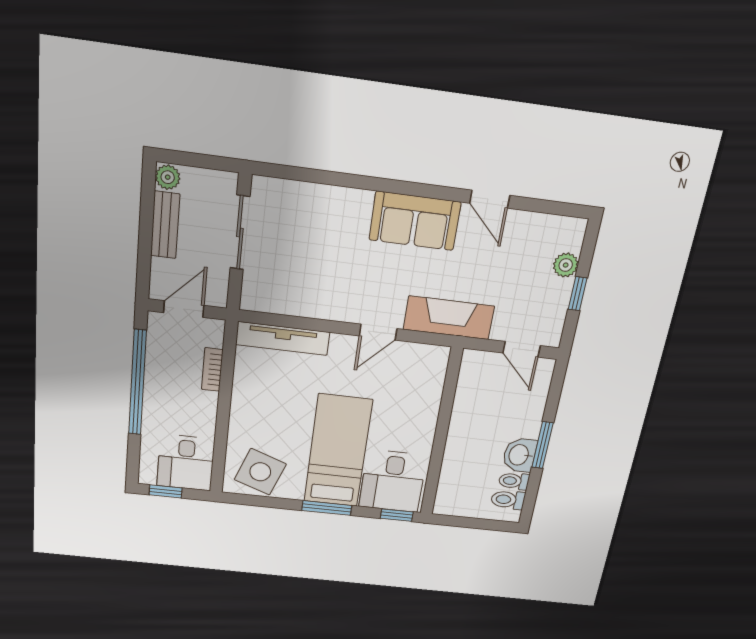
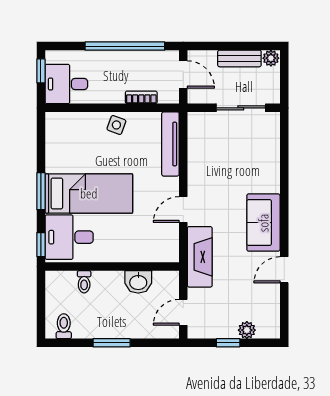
door: (378, 332) -> (183, 209), hinge flipped
washbasin: (520, 455) -> (138, 282), moved, turned 180
side table: (260, 472) -> (116, 125), moved, width x0.54, depth x0.54
toilet: (514, 481) -> (84, 282), moved, turned 180

